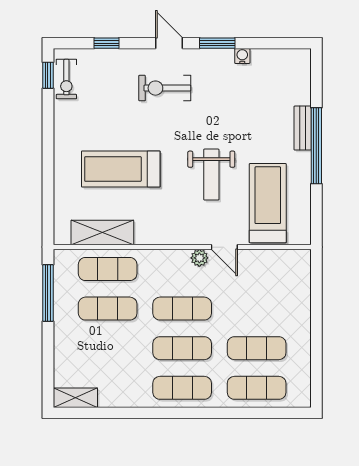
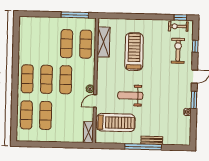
exercise bike: (165, 88) -> (178, 51), moved
shelving: (75, 398) -> (88, 132), moved

